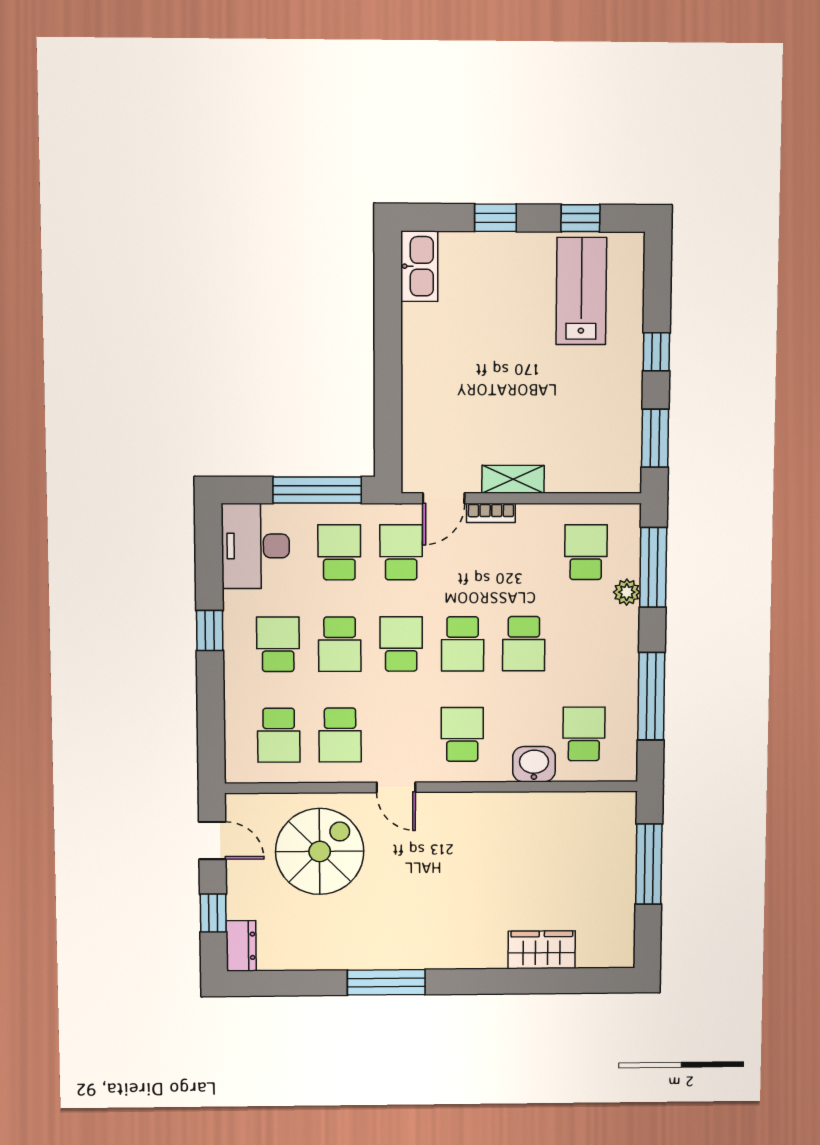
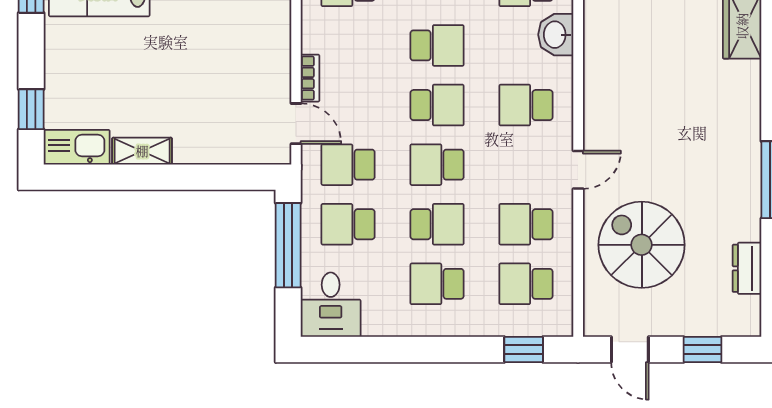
window: (496, 218) -> (31, 109), moved
shelving: (513, 479) -> (142, 151), moved, turned 90
desk: (255, 546) -> (331, 305), width x0.73
window: (210, 630) -> (524, 350), moved
school desk: (279, 735) -> (526, 284), turned 180
school desk: (340, 735) -> (526, 224), turned 180
door: (212, 841) -> (630, 350), swing flipped
dresser: (241, 946) -> (747, 268), moved, turned -90

